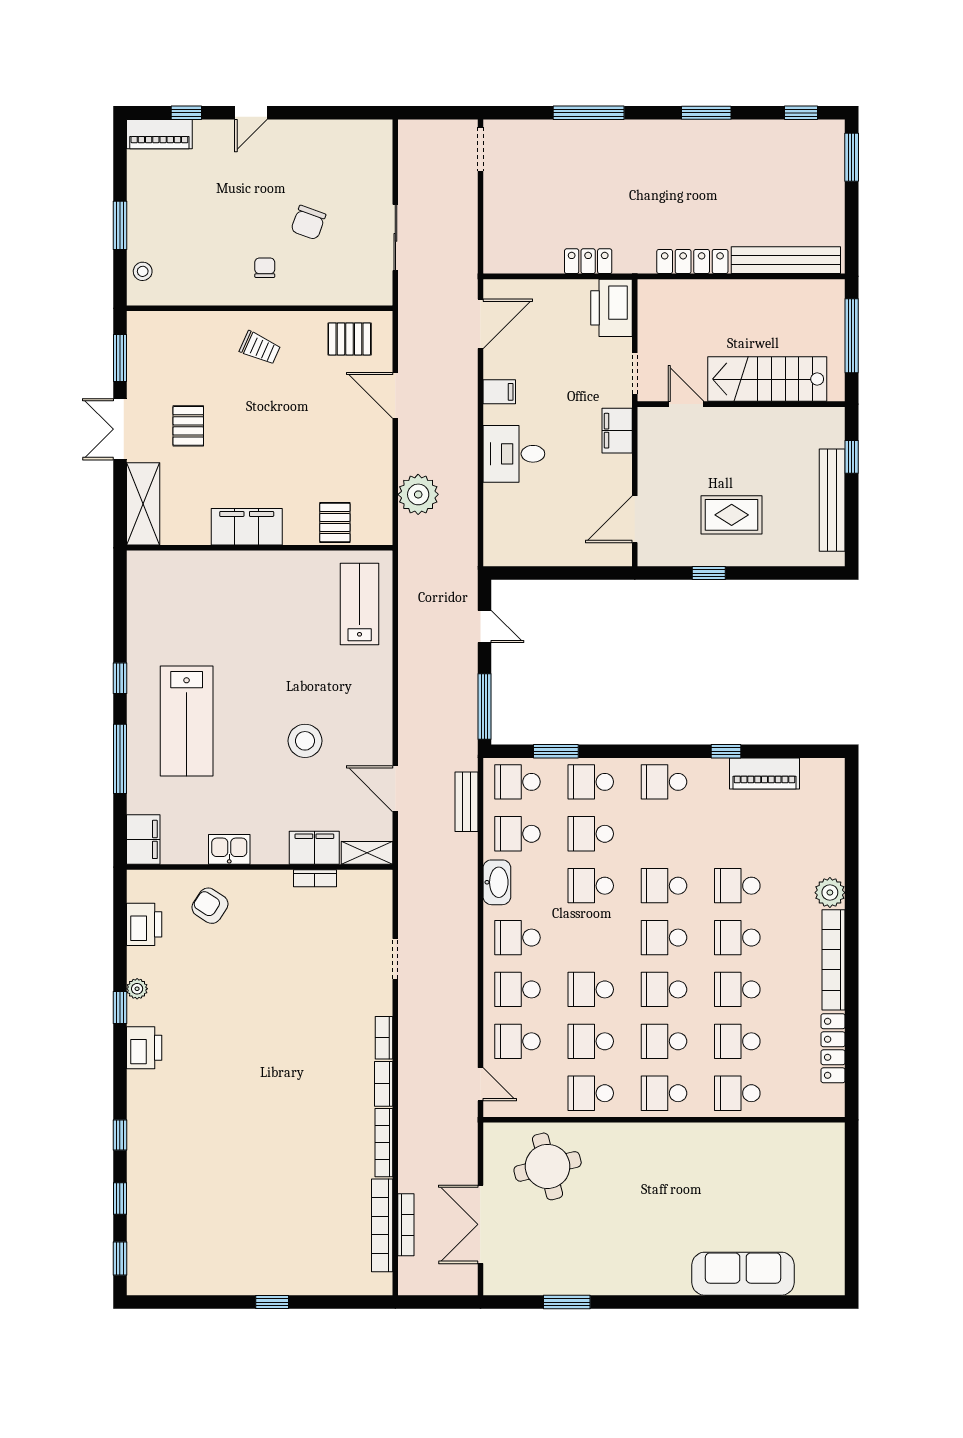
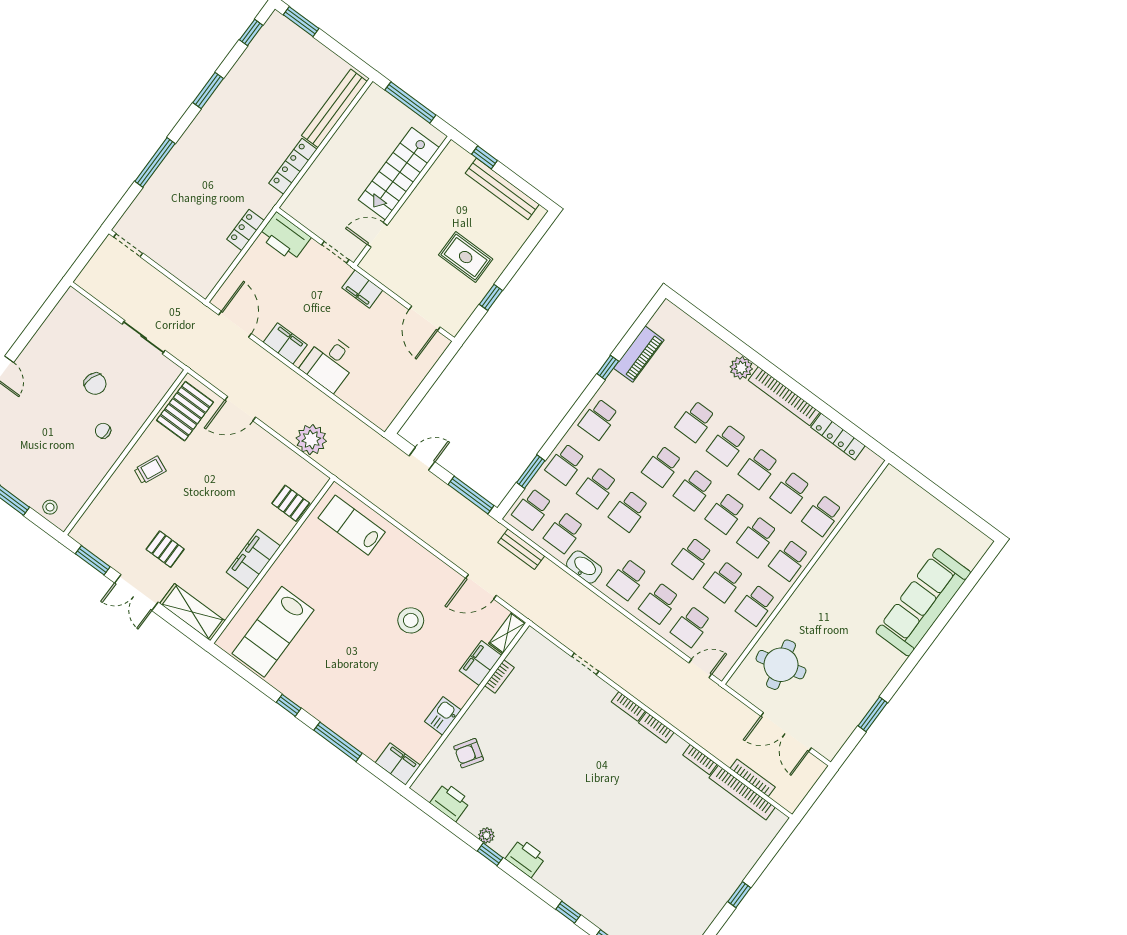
pallet: (350, 339) -> (185, 411), width x1.50, depth x1.42
filing cabinet: (499, 392) -> (285, 343), width x2.00
rug: (732, 515) -> (466, 257), turned 90
lab bench: (187, 721) -> (273, 632), moved, turned 90
bookcase: (384, 1143) -> (700, 760), width x0.64
sofa: (743, 1274) -> (923, 602), width x1.36, depth x1.27

